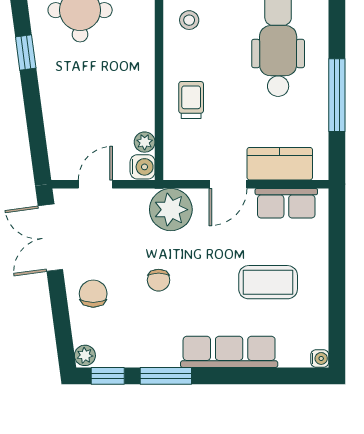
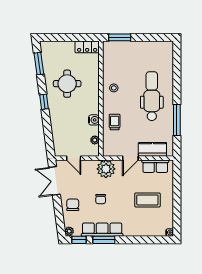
water cooler: (143, 167) -> (94, 120), moved
door: (95, 184) -> (74, 158), swing flipped
row of seats: (229, 352) -> (102, 230), moved

